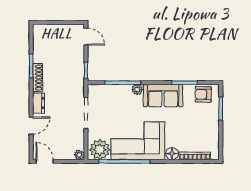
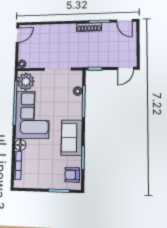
plant: (137, 90) -> (78, 91), moved
armchair: (203, 94) -> (72, 175), turned -90
dresser: (39, 103) -> (67, 29), removed
door: (31, 126) -> (124, 21), moved

